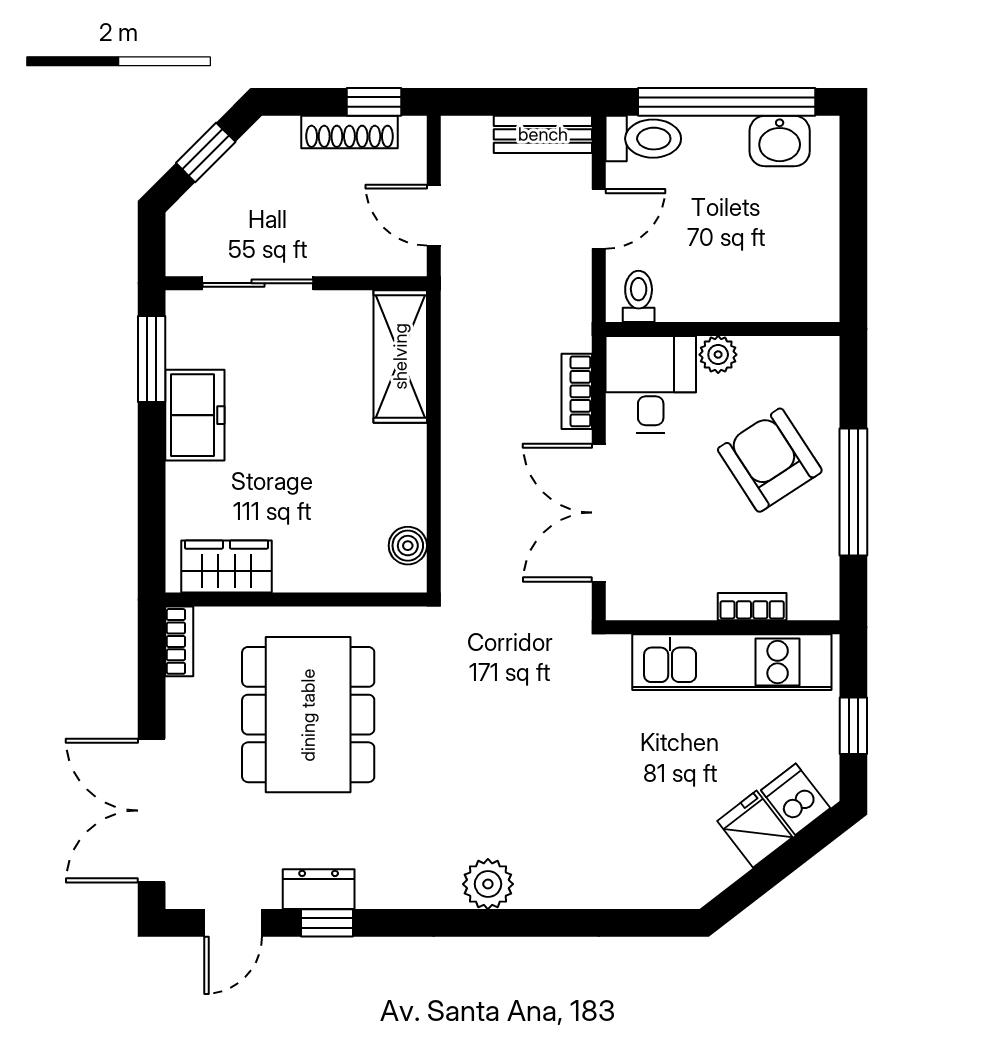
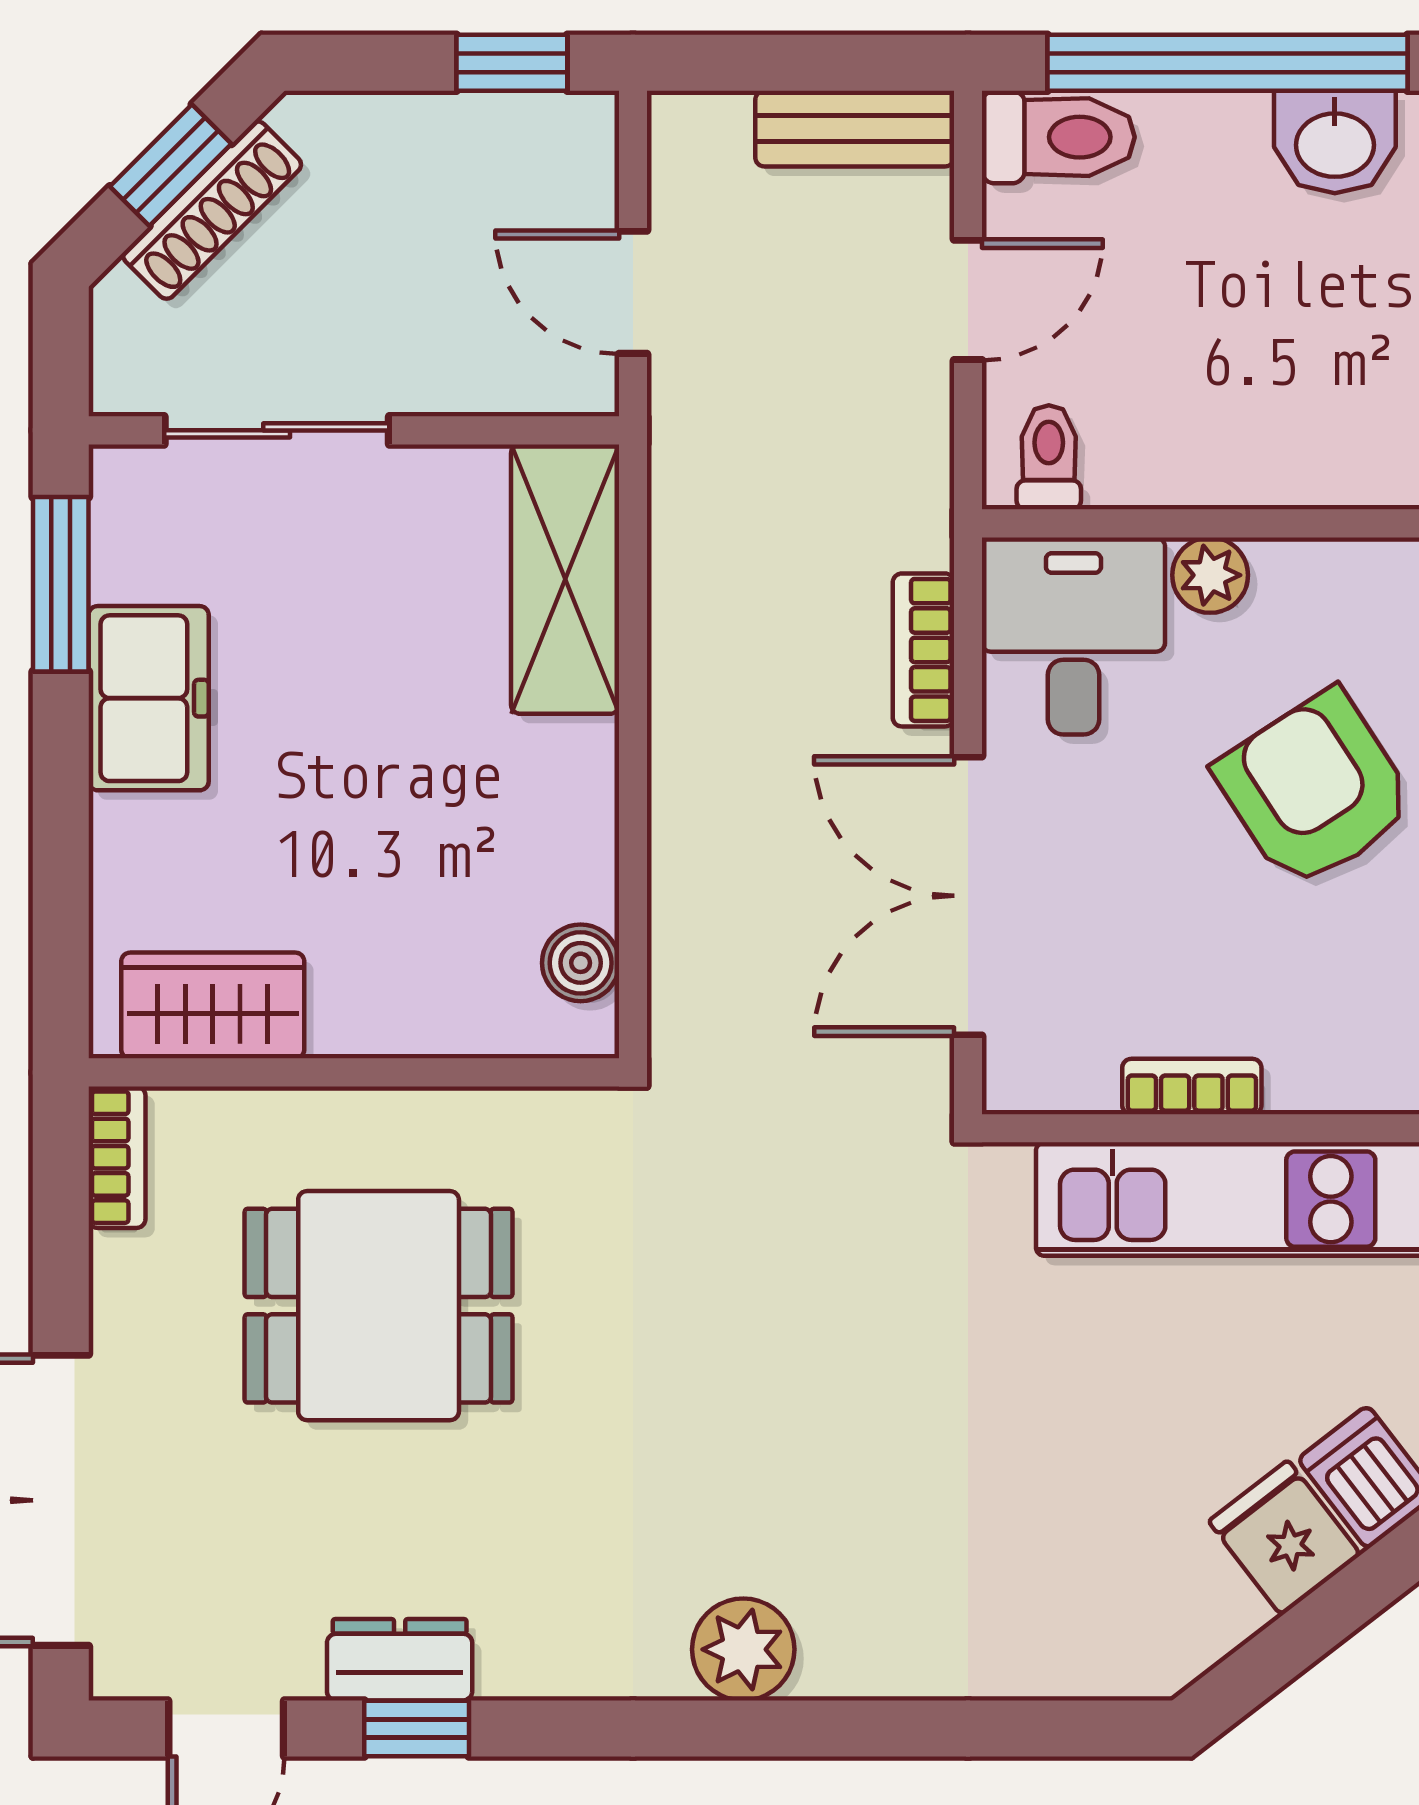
shoe rack: (349, 132) -> (212, 210), moved, turned -45
bookcase: (752, 607) -> (1192, 1087), moved
dining table: (308, 715) -> (379, 1306), width x0.73

